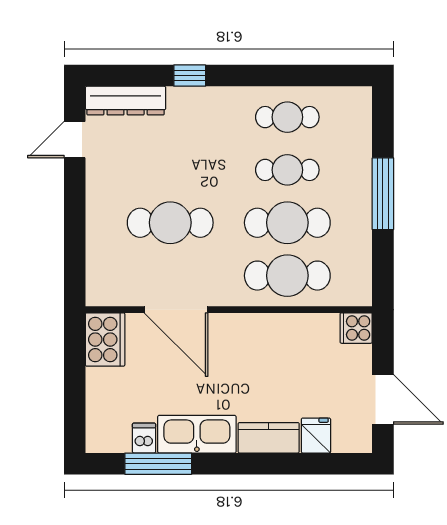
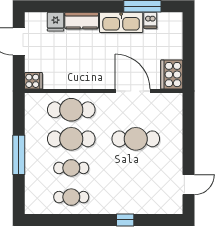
dresser: (126, 101) -> (160, 206), removed

